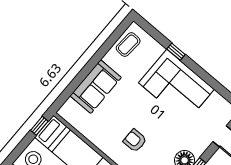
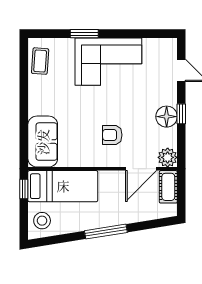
window: (176, 52) -> (84, 34), width x1.50
sofa: (96, 87) -> (43, 142), moved

